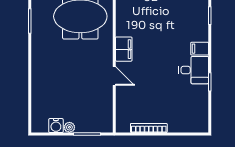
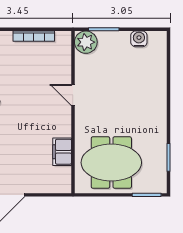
filing cabinet: (124, 49) -> (62, 152), moved
plant: (69, 127) -> (86, 42), moved, width x1.87, depth x1.87

